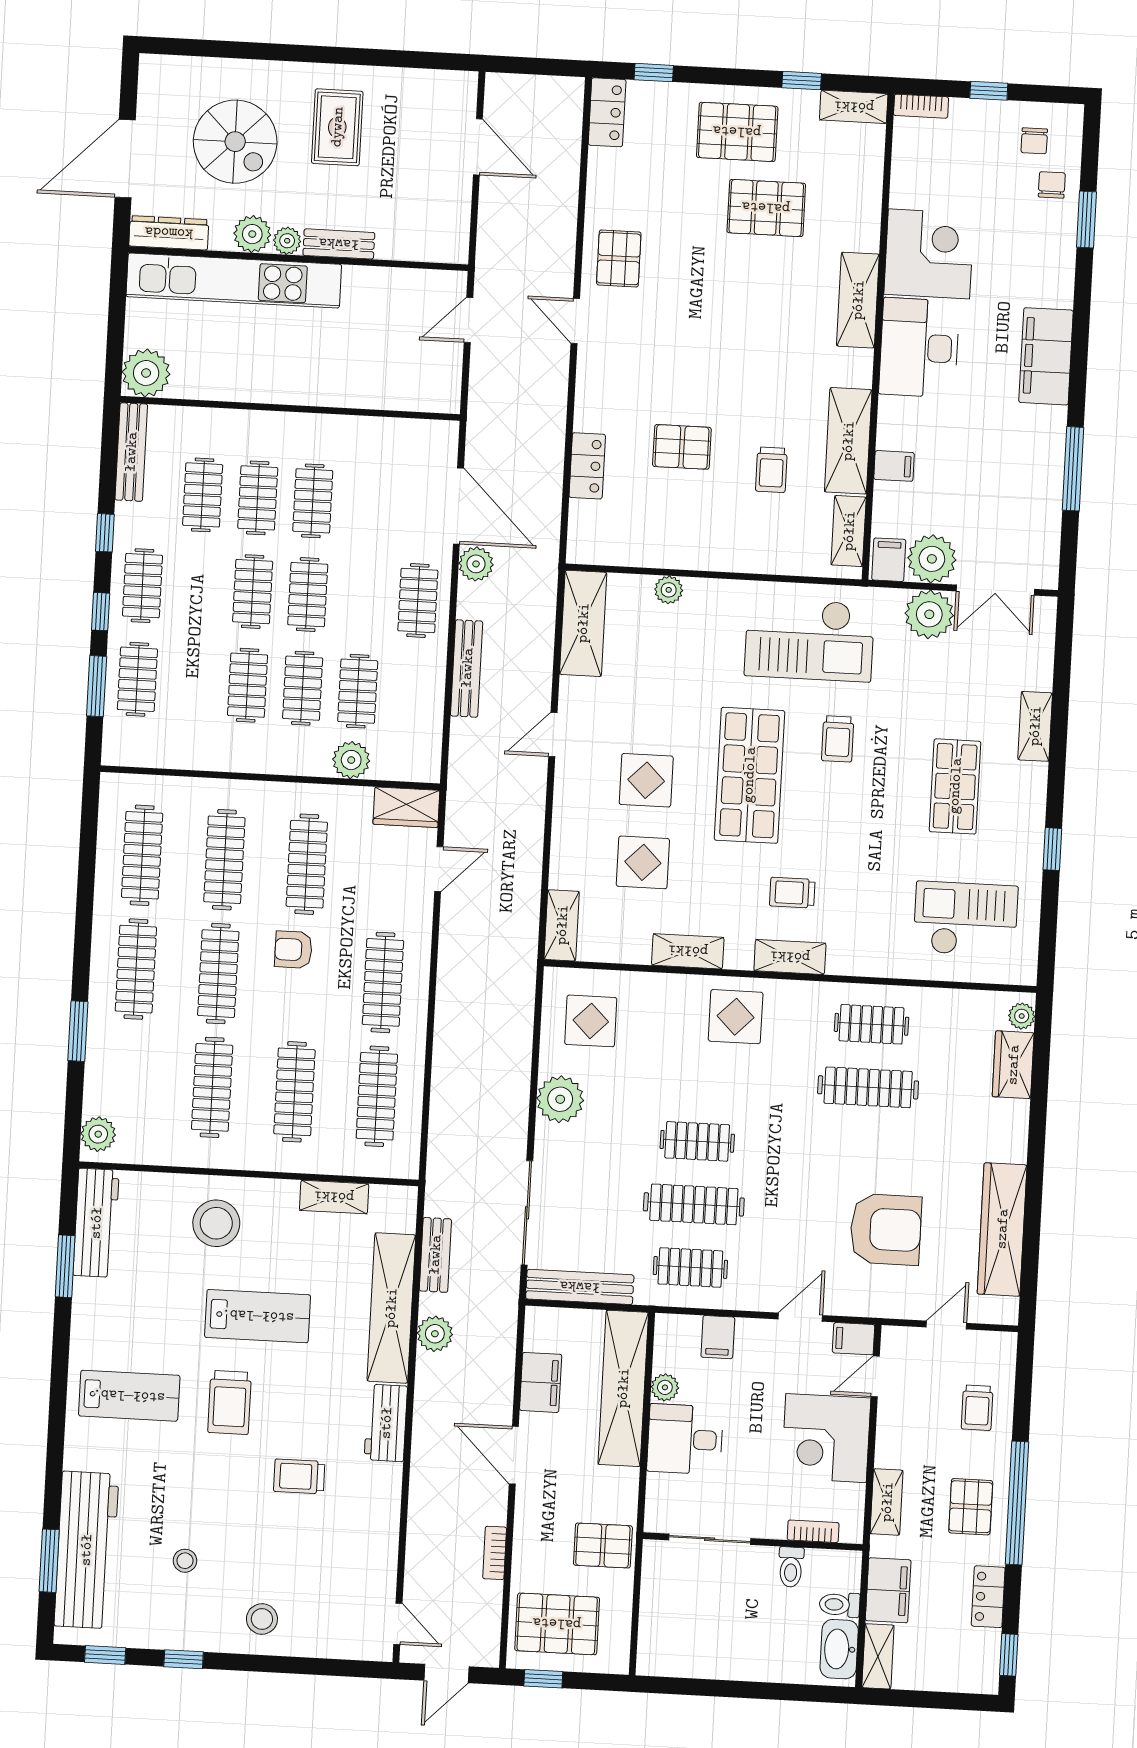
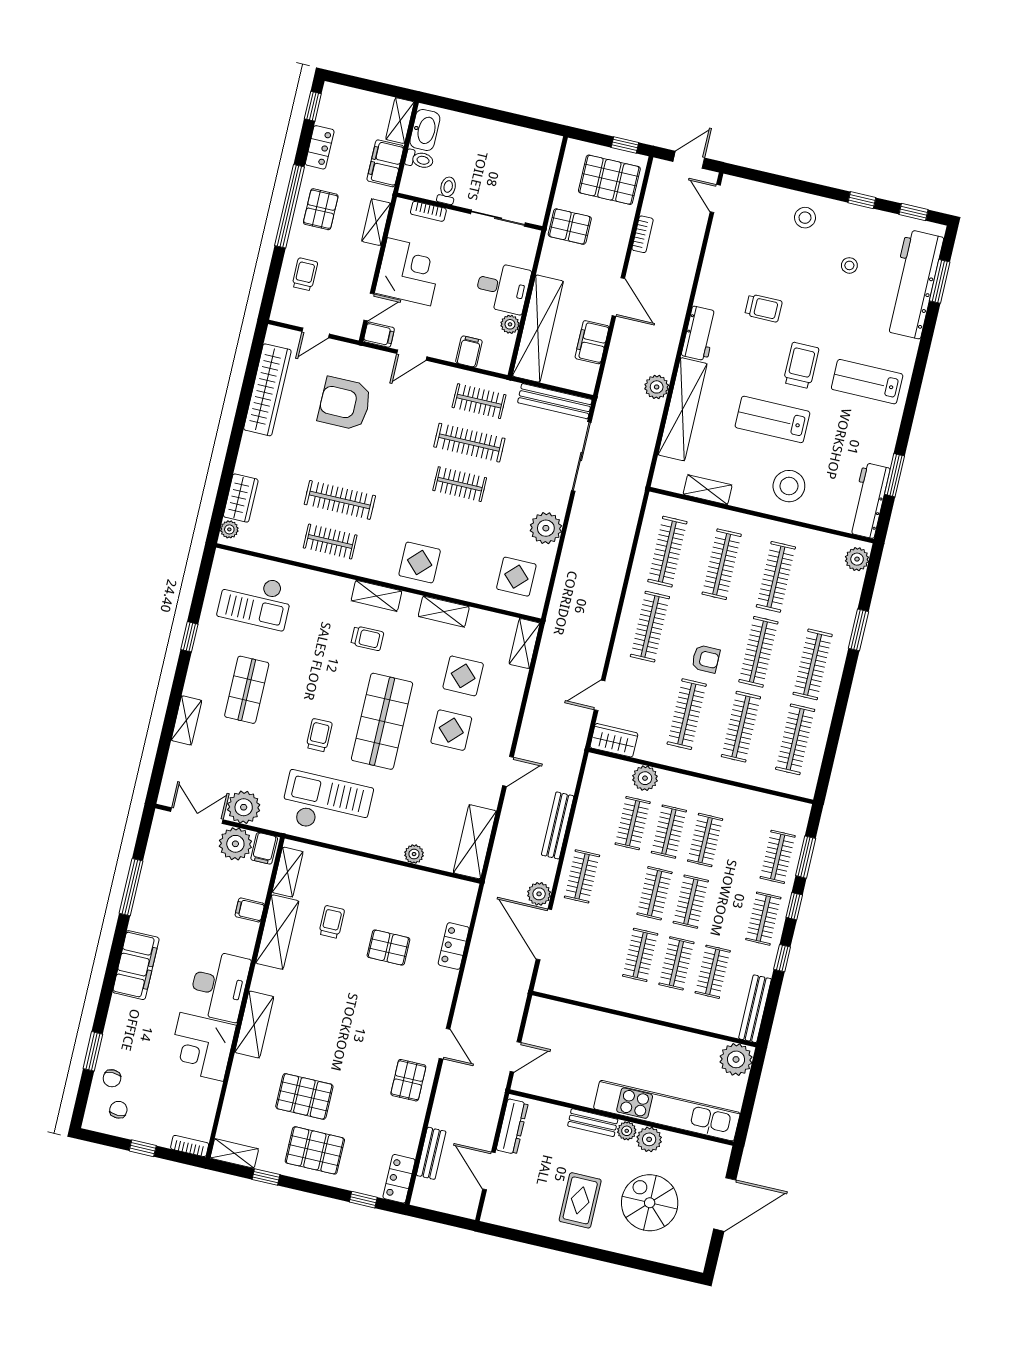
dresser: (169, 233) -> (512, 1127), moved, turned -90
bench: (435, 1255) -> (431, 1153), moved

